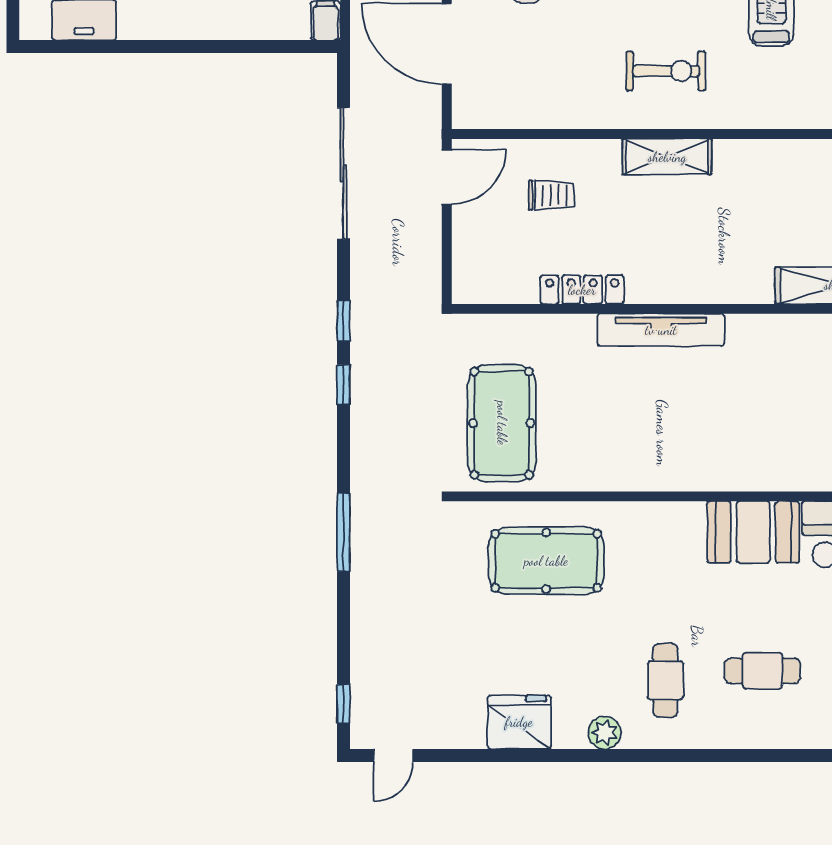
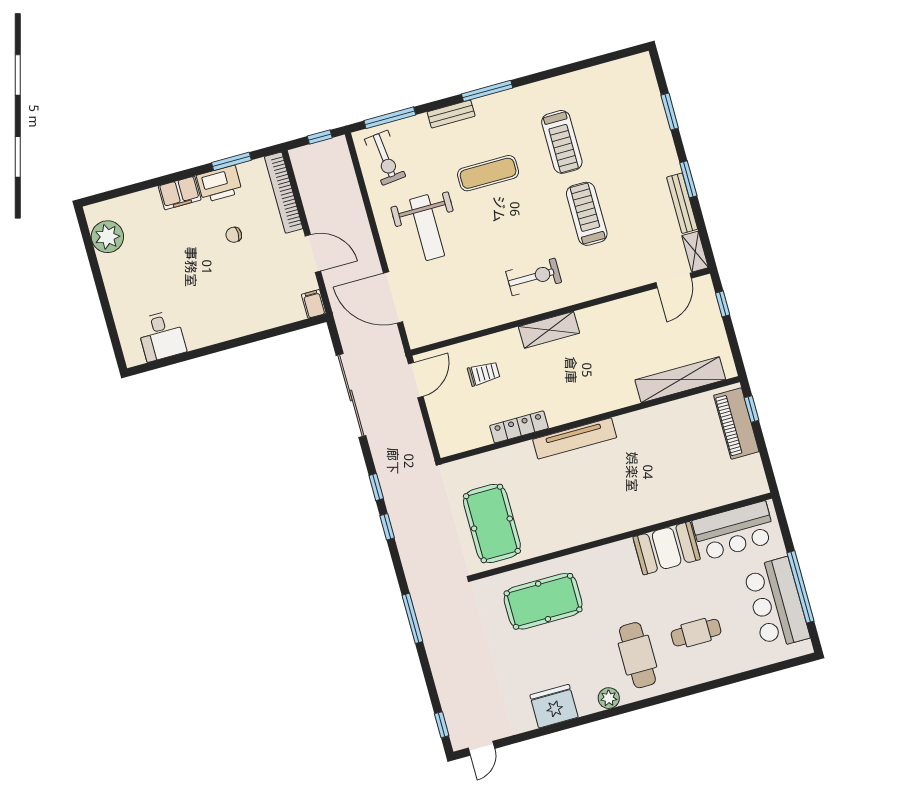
cafe table: (665, 680) -> (637, 655), width x1.37, depth x1.35

